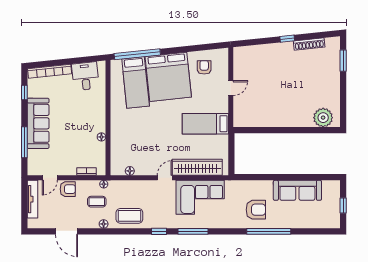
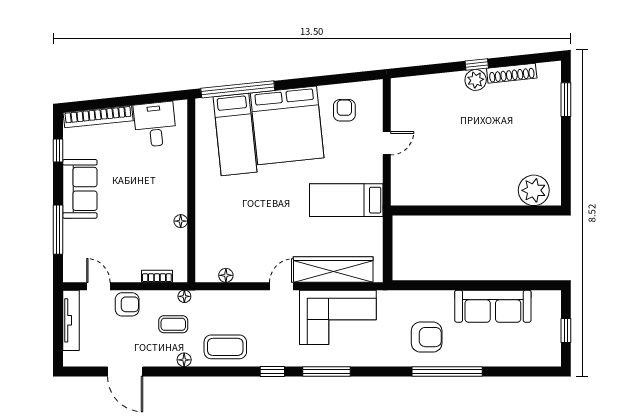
plant: (287, 48) -> (476, 80), added
sofa: (38, 123) -> (80, 189), width x0.73
door: (50, 178) -> (98, 286), swing flipped

